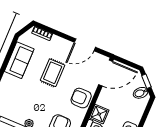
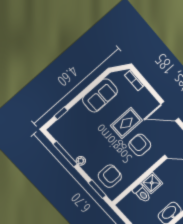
armchair: (81, 98) -> (140, 145), moved

